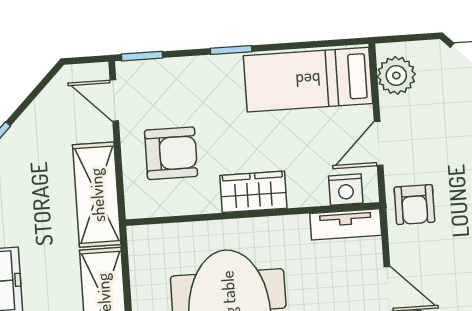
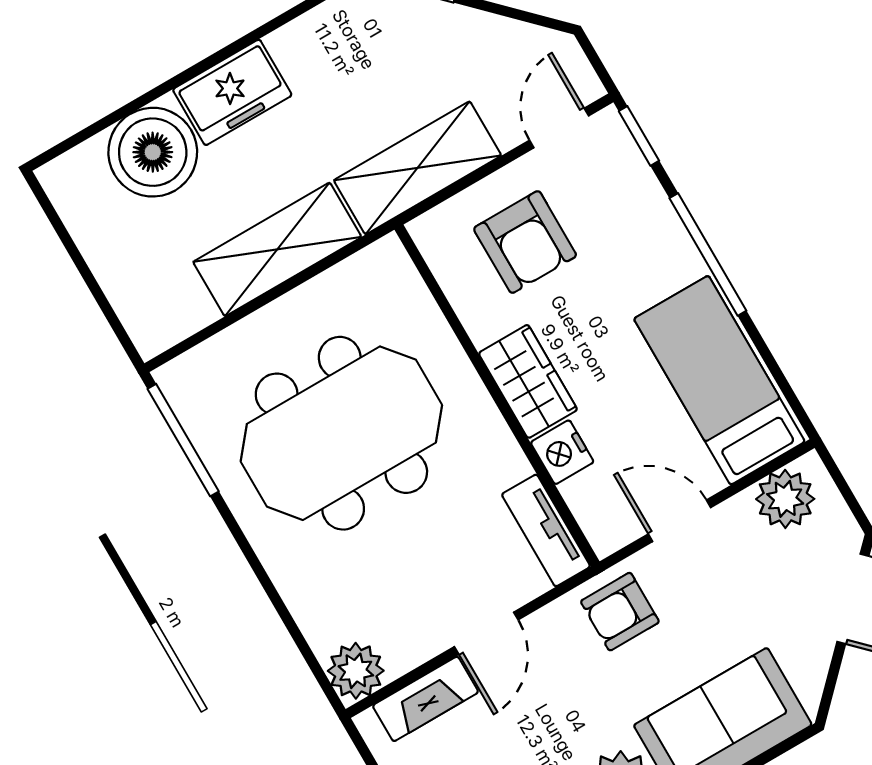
window: (231, 50) -> (708, 254), width x2.17
nightstand: (346, 189) -> (562, 452), moved

